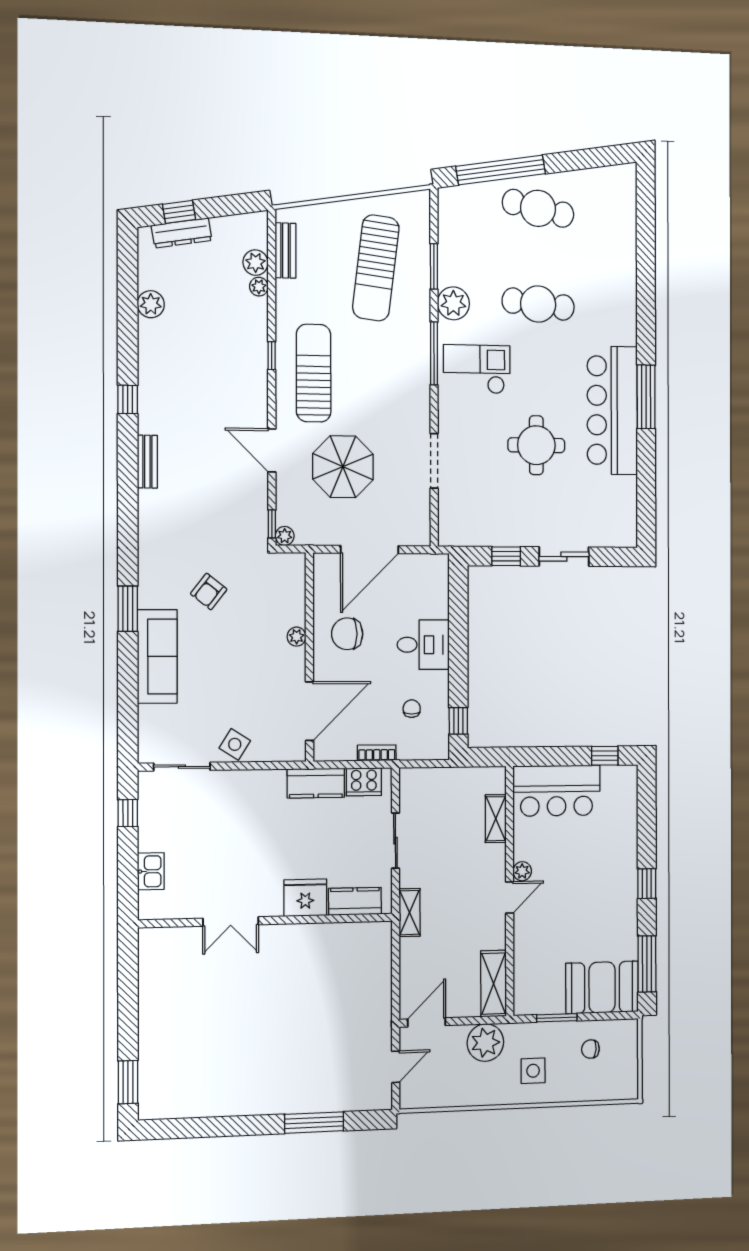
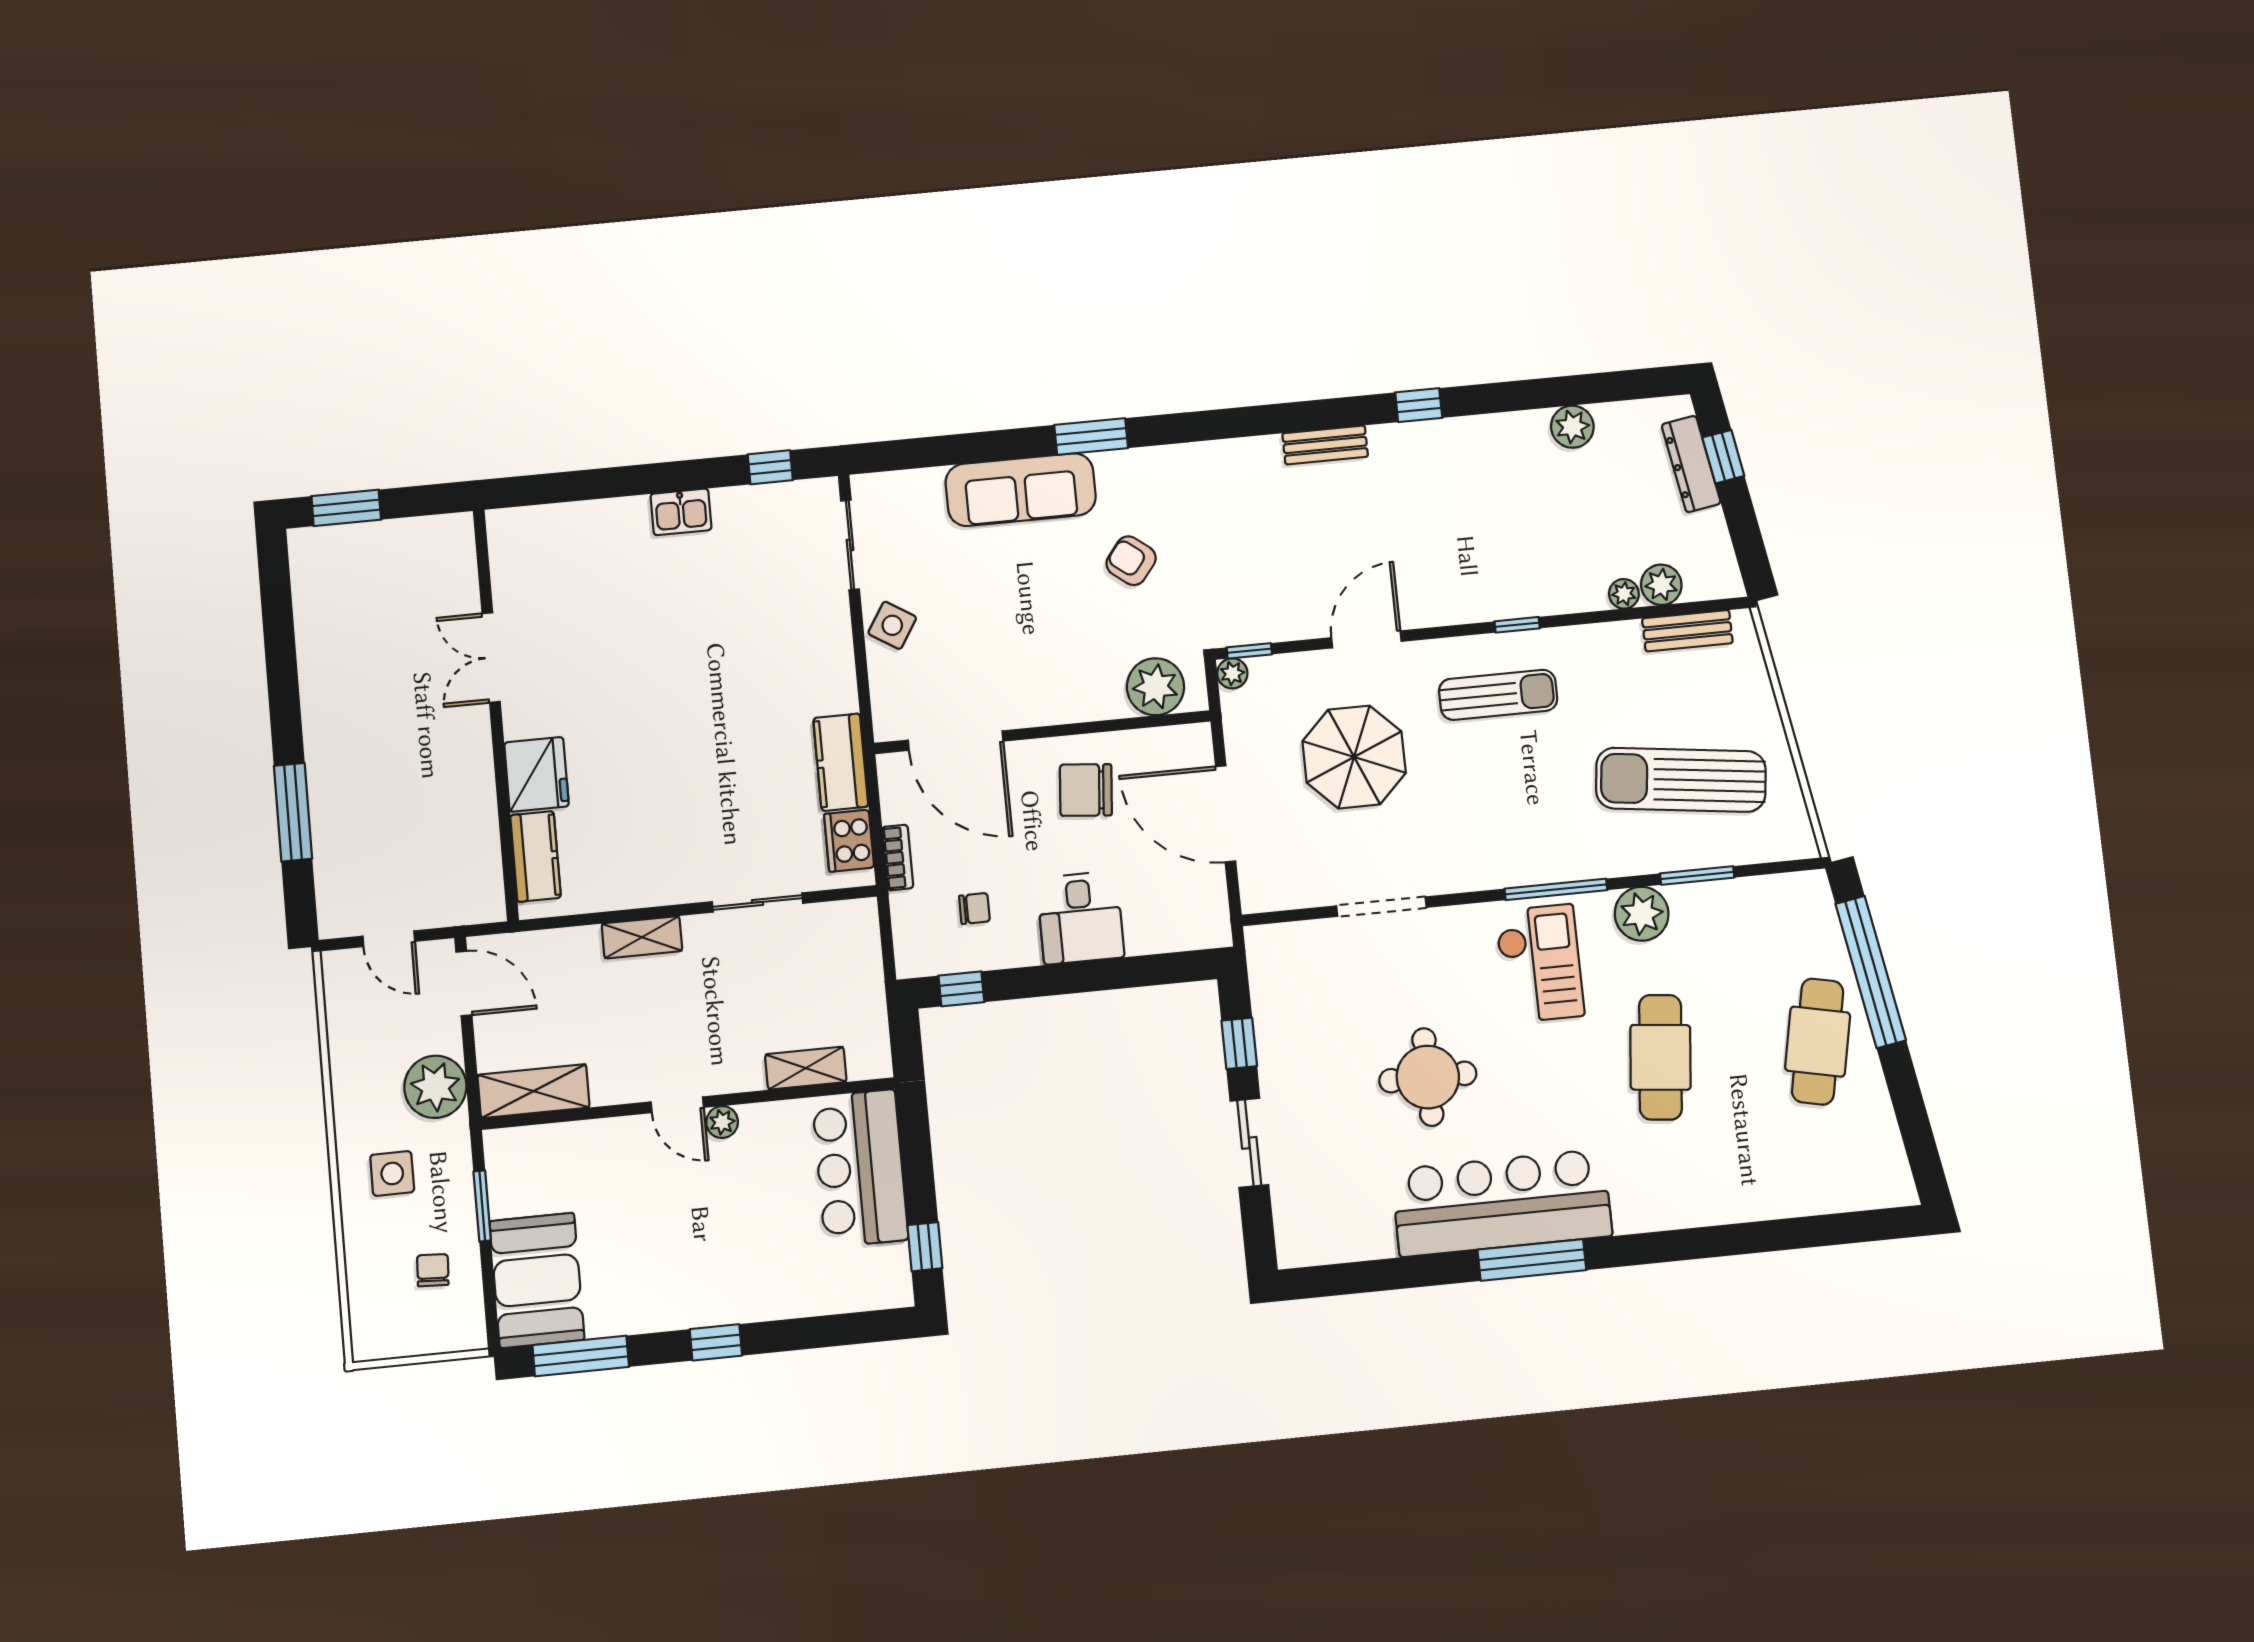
sun lounger: (314, 373) -> (1498, 695), width x0.73, depth x0.75
chair: (347, 634) -> (1086, 790), turned -85
plant: (297, 637) -> (1155, 687), moved, width x1.88, depth x1.88
fridge: (305, 898) -> (536, 774), moved
kitchen counter: (355, 901) -> (535, 856), moved
wall: (266, 921) -> (496, 714), moved
double door: (231, 922) -> (491, 657), moved

